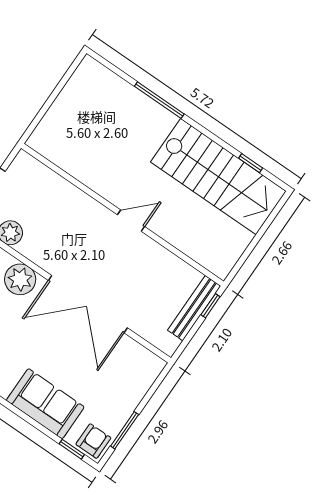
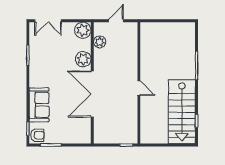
bench: (194, 308) -> (121, 139), removed

